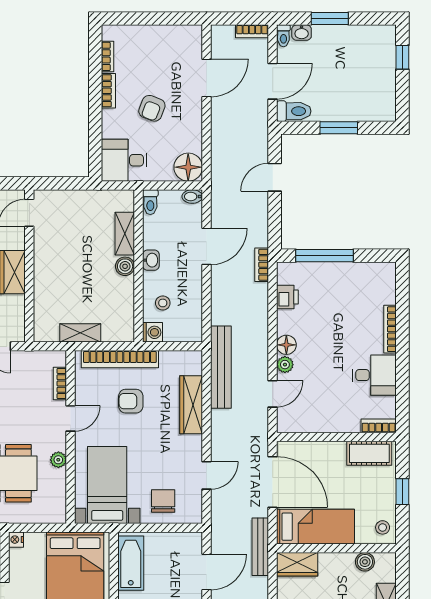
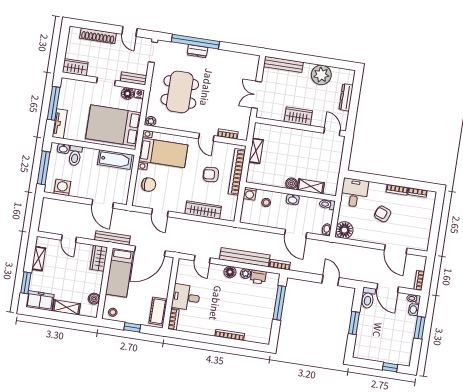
plant: (285, 365) -> (246, 274), moved
bench: (221, 367) -> (245, 257), moved
desk: (374, 375) -> (186, 297), moved, turned 90
armchair: (131, 401) -> (211, 175), turned -94
plant: (58, 460) -> (151, 121), moved
floor lamp: (19, 559) -> (128, 94), added

